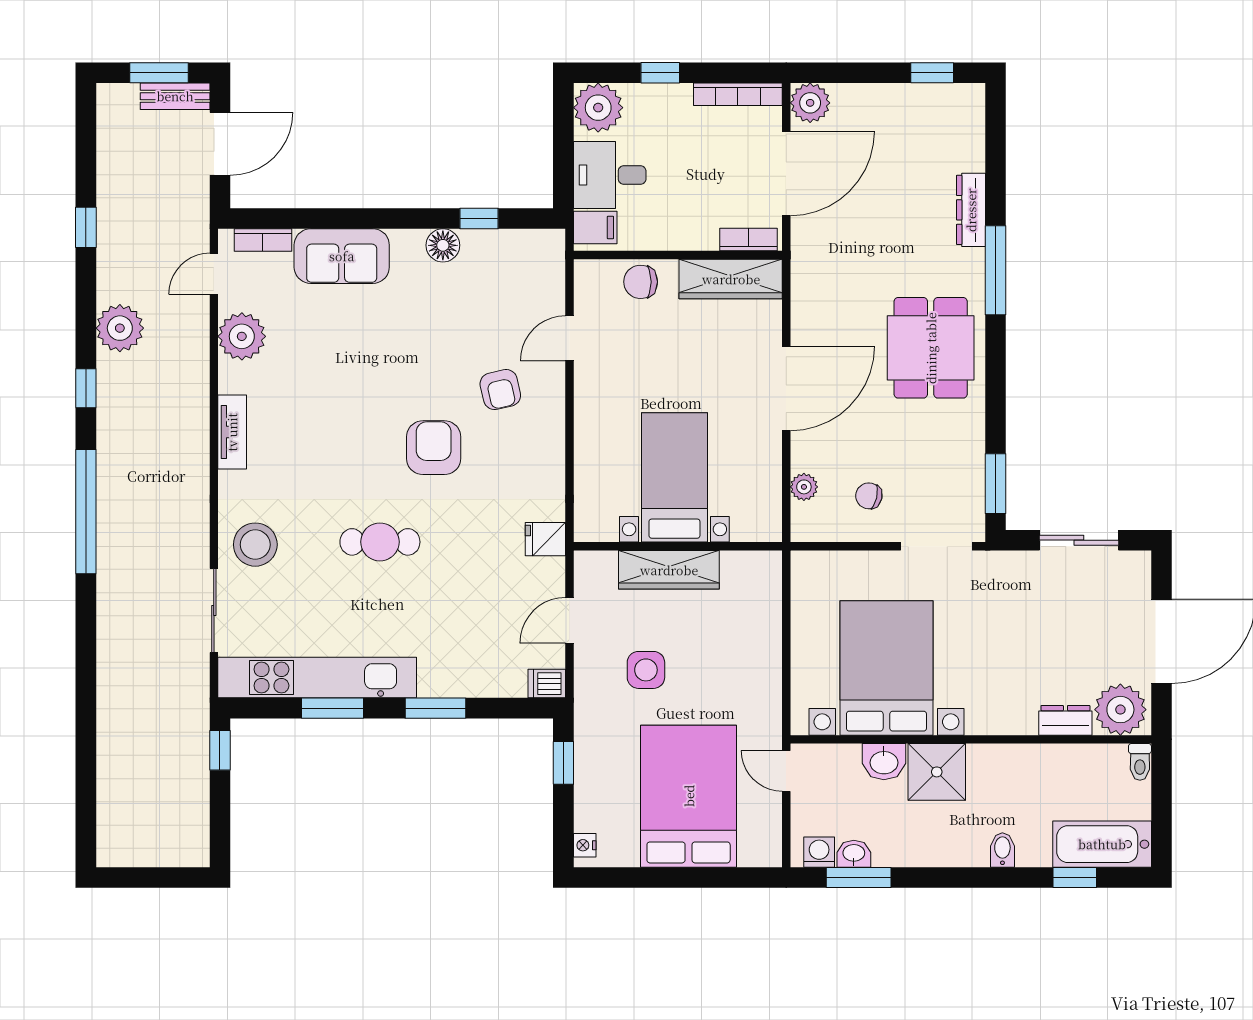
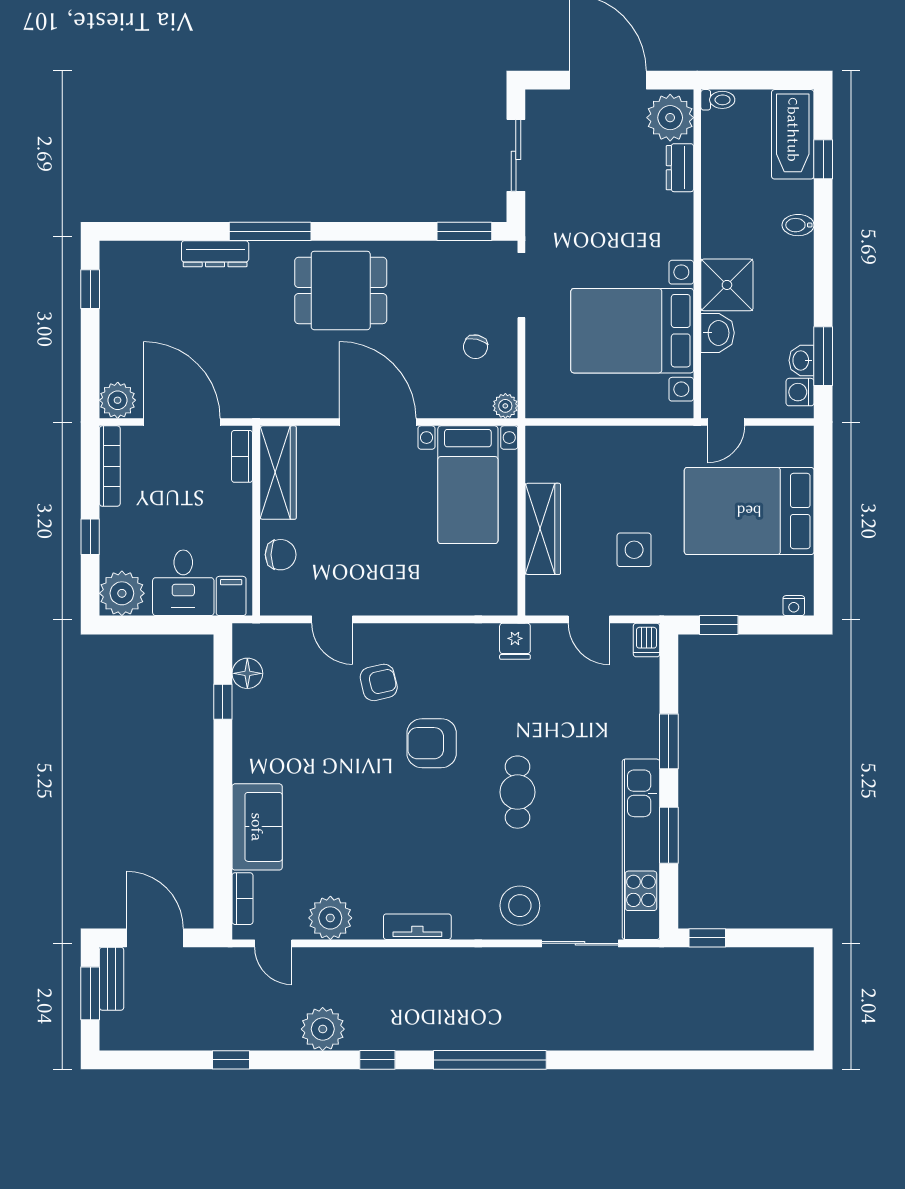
floor lamp: (443, 245) -> (247, 673), moved
chair: (641, 282) -> (281, 555), turned -90
bed with nightstands: (674, 477) -> (468, 485), moved, turned -90
plant: (804, 487) -> (505, 406), moved

